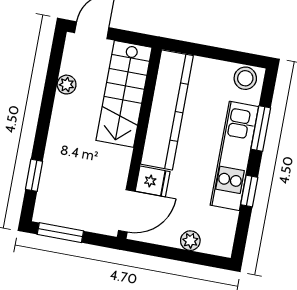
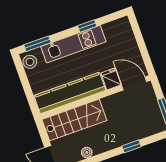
window: (261, 129) -> (37, 44), moved
window: (34, 175) -> (131, 146), moved
plant: (190, 241) -> (130, 42), removed

